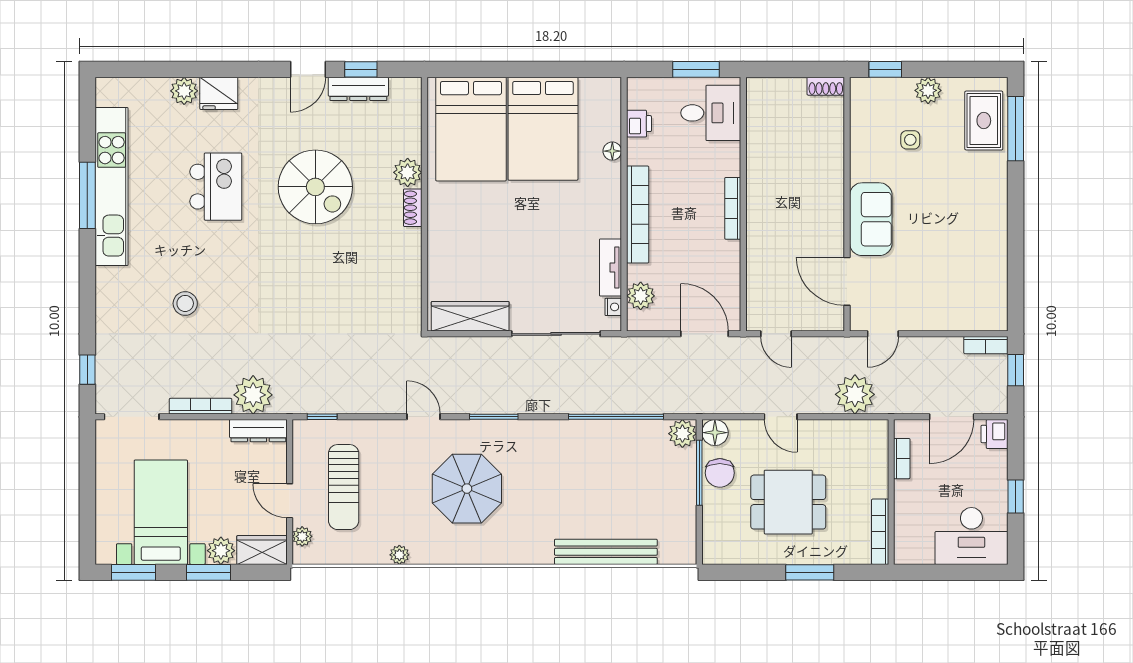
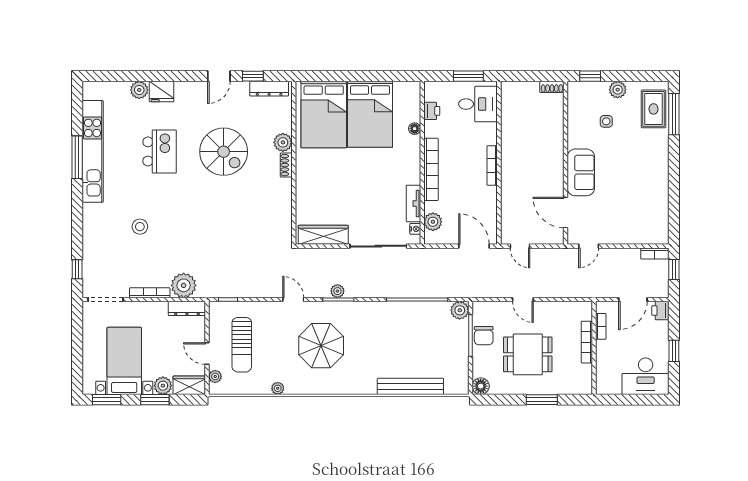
dresser: (358, 89) -> (269, 89), moved
plant: (855, 394) -> (337, 291), moved, width x0.53, depth x0.53
floor lamp: (715, 433) -> (481, 386), moved
bookcase: (880, 532) -> (587, 342), moved

